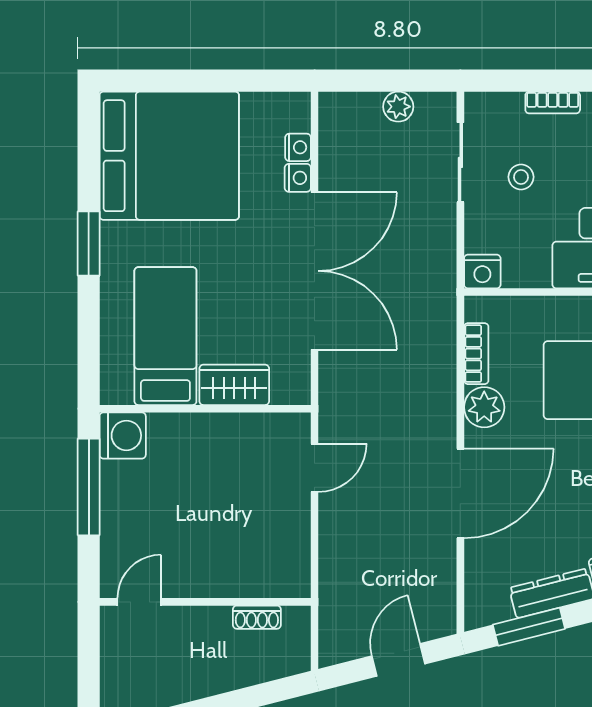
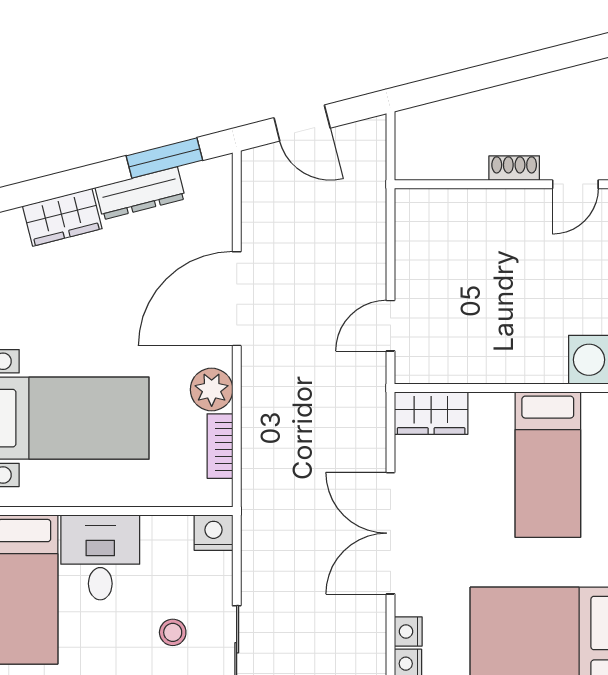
double door: (315, 271) -> (390, 533), width x0.73
wardrobe: (234, 385) -> (431, 413), moved
shoe rack: (257, 617) -> (514, 168), moved
door: (398, 660) -> (302, 123), hinge flipped

